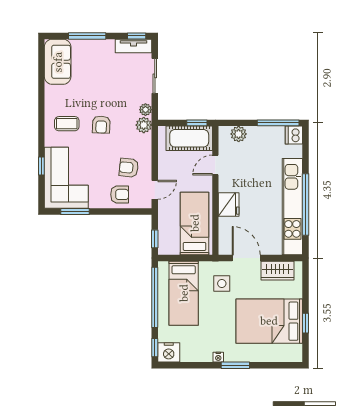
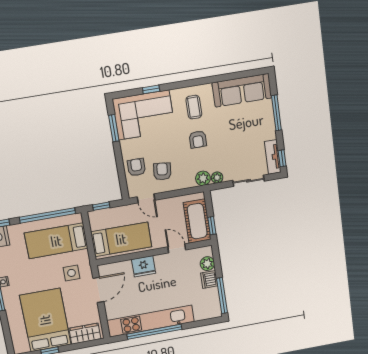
sofa: (58, 62) -> (242, 90), width x1.36
armchair: (101, 125) -> (198, 139), turned -92
dishwasher: (294, 135) -> (209, 279), moved, turned -90
armchair: (120, 194) -> (136, 167), turned 180
wardrobe: (278, 271) -> (85, 334), moved, turned 90

